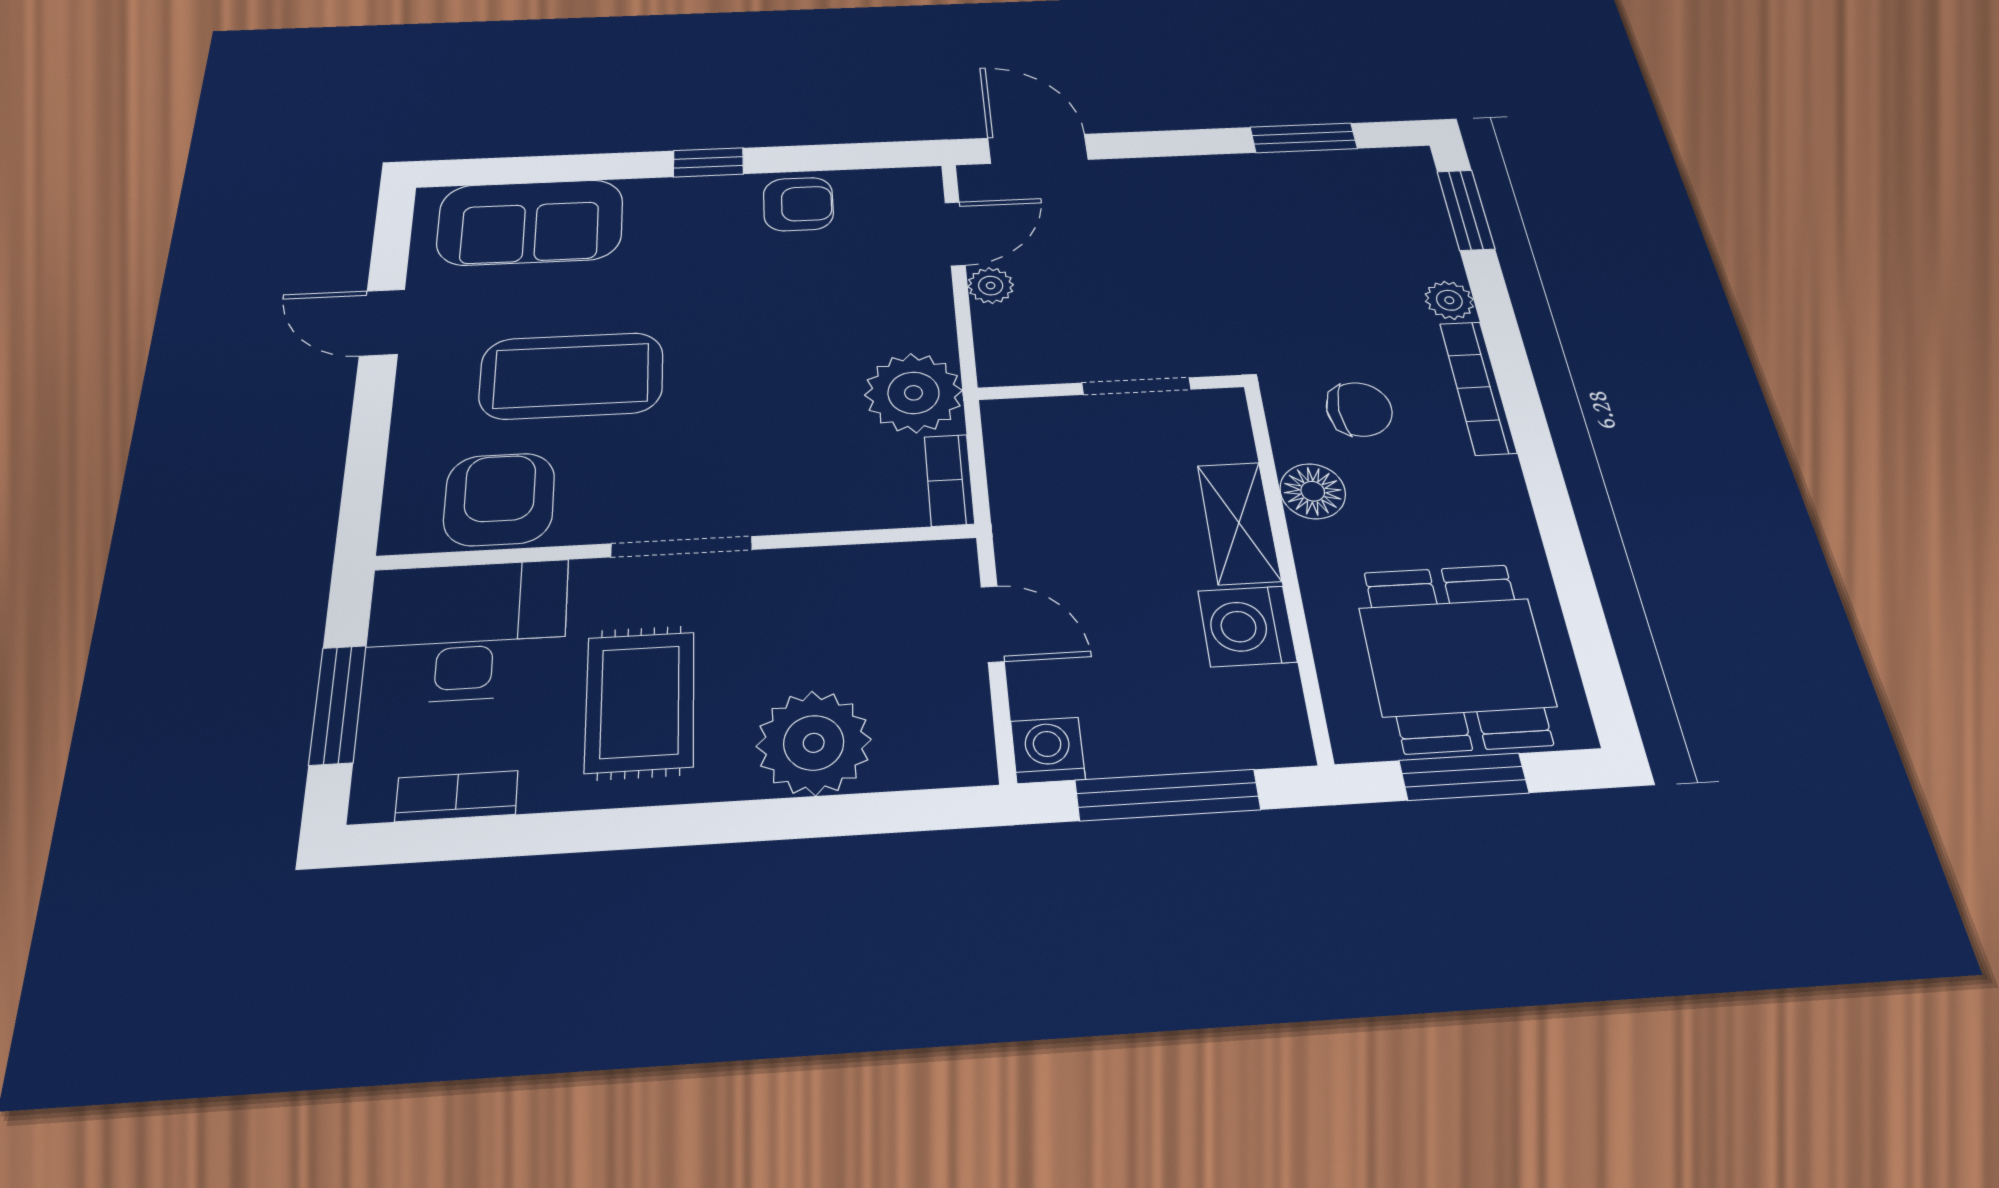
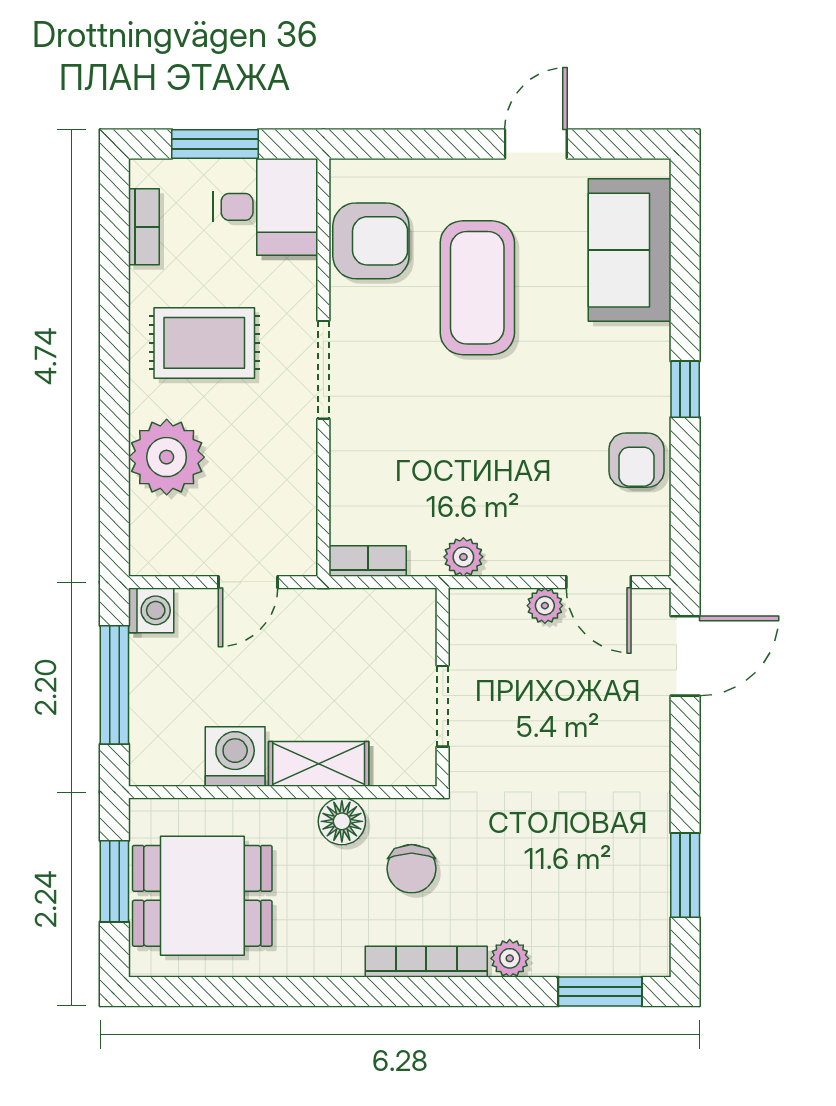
plant: (914, 393) -> (463, 557), width x0.53, depth x0.53
desk: (467, 631) -> (265, 207), width x0.73

